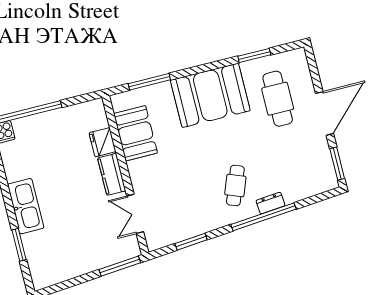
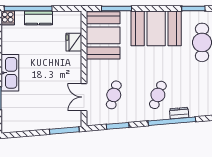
booth: (135, 133) -> (103, 35), width x1.36, depth x1.42
kitchen counter: (112, 174) -> (39, 18), moved, turned -90
cafe table: (175, 201) -> (114, 95), added

